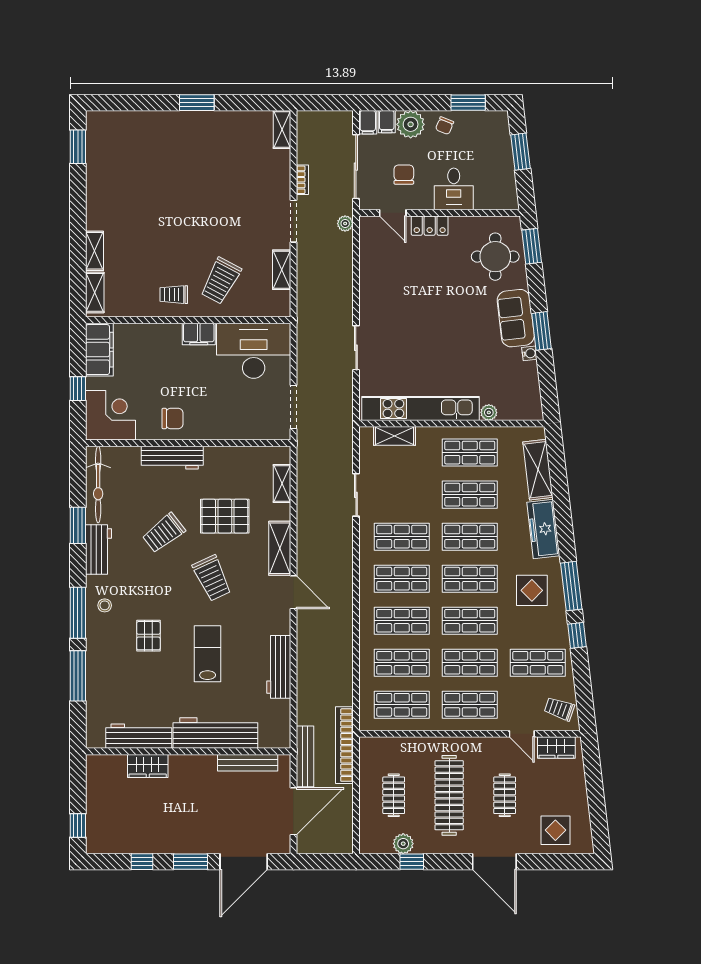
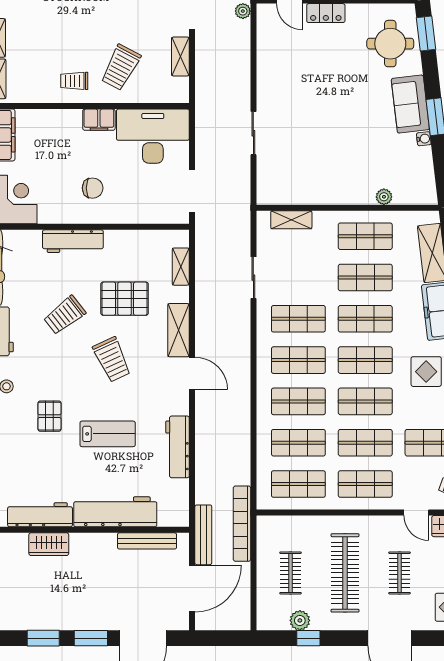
kitchen unit: (420, 409) -> (317, 193), removed
chair: (173, 419) -> (93, 188), moved
lab bench: (208, 654) -> (108, 434), turned 90
window: (142, 862) -> (43, 638), width x1.50

